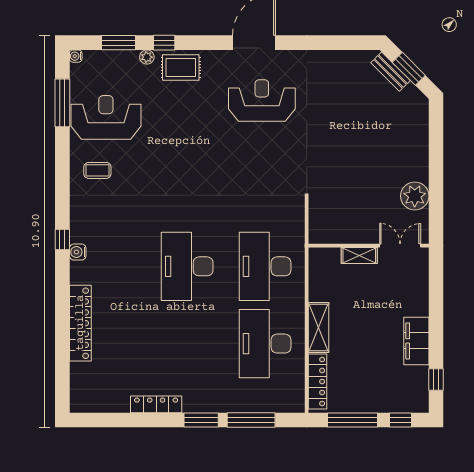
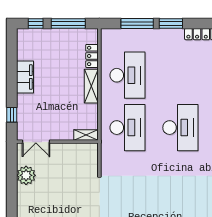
shelving: (359, 256) -> (86, 135), moved
window: (436, 379) -> (12, 115), moved
locker: (318, 382) -> (92, 56), width x0.66

